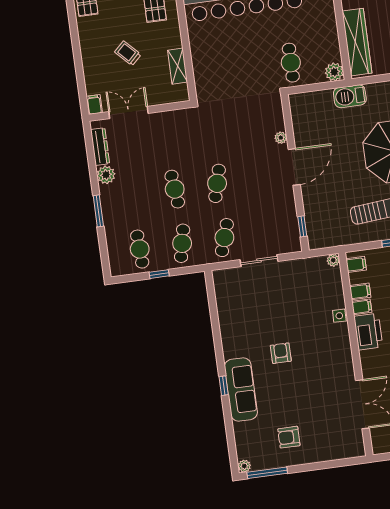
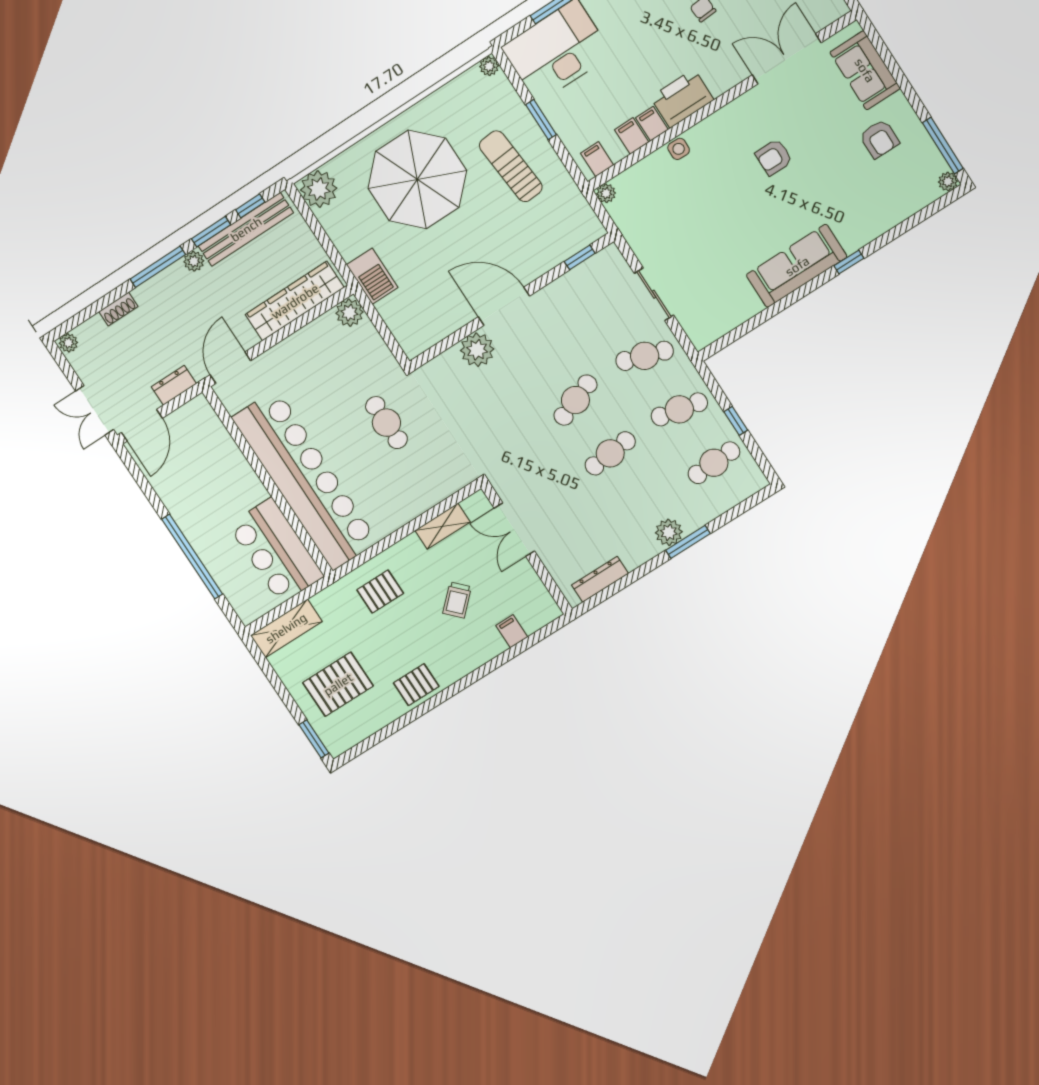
cafe table: (291, 63) -> (386, 423), moved, turned 90
filing cabinet: (94, 104) -> (512, 631), moved, turned 90
double door: (128, 112) -> (514, 530), moved
plant: (281, 138) -> (477, 350), width x1.88, depth x1.88
plant: (106, 175) -> (669, 532), moved
cafe table: (217, 183) -> (575, 400), turned -36
armchair: (281, 353) -> (774, 157), moved
sofa: (241, 389) -> (797, 266), moved
sofa: (334, 447) -> (865, 70), added

